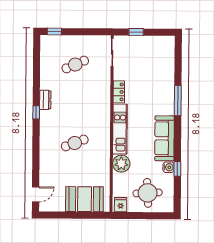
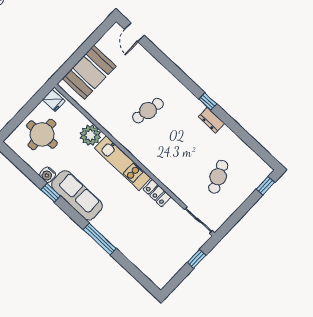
cafe table: (75, 143) -> (148, 111), turned 33
window: (177, 169) -> (51, 193), moved

